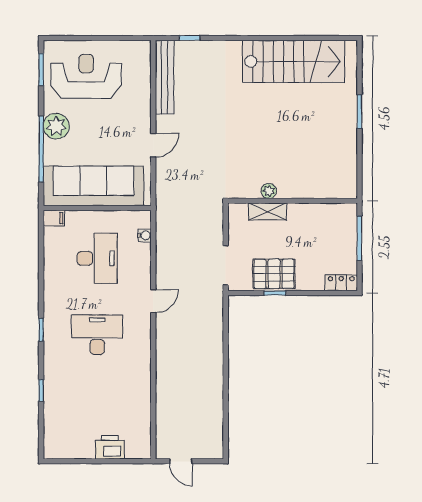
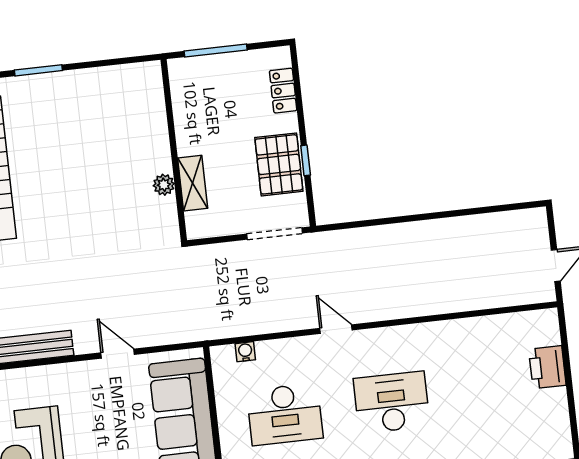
desk: (97, 258) -> (285, 414), turned 180
locker: (341, 283) -> (283, 91), moved
desk: (97, 335) -> (392, 402), turned 90

